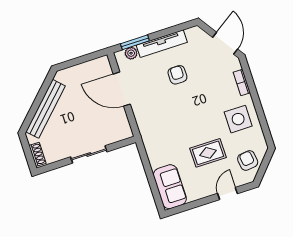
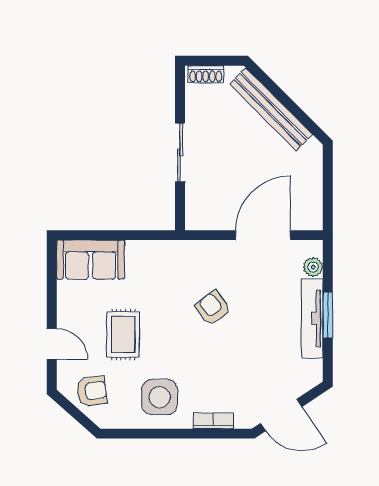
window: (135, 42) -> (328, 315), moved
armchair: (177, 75) -> (213, 308), moved, turned -127

